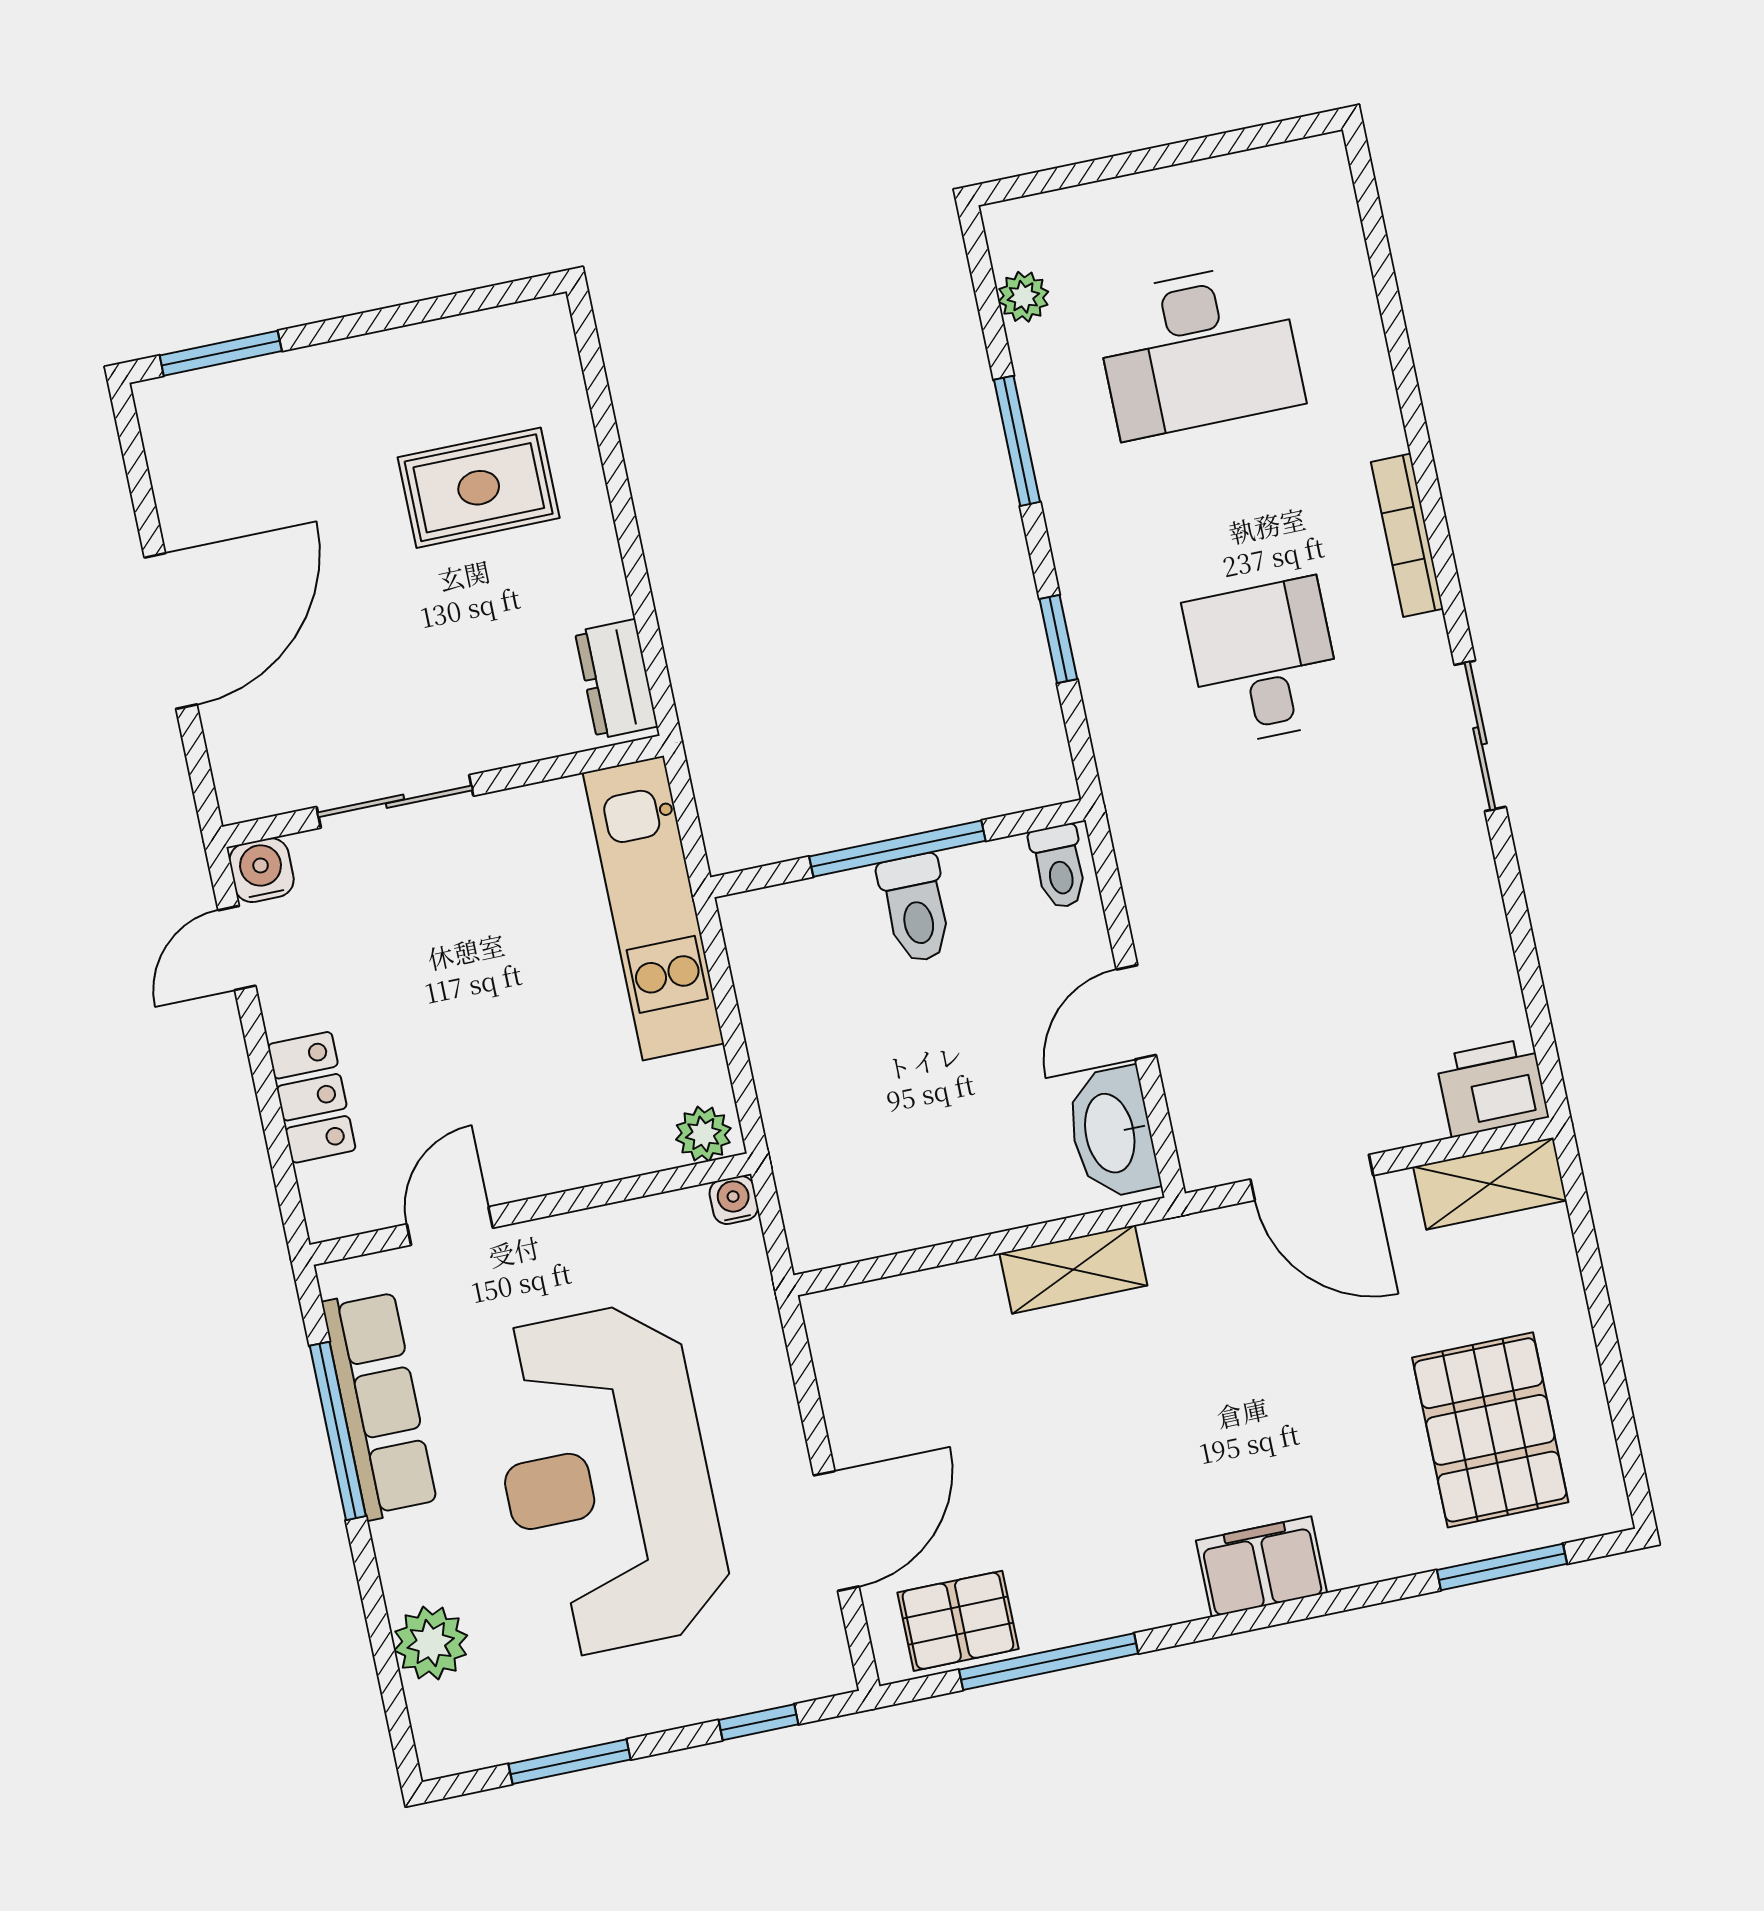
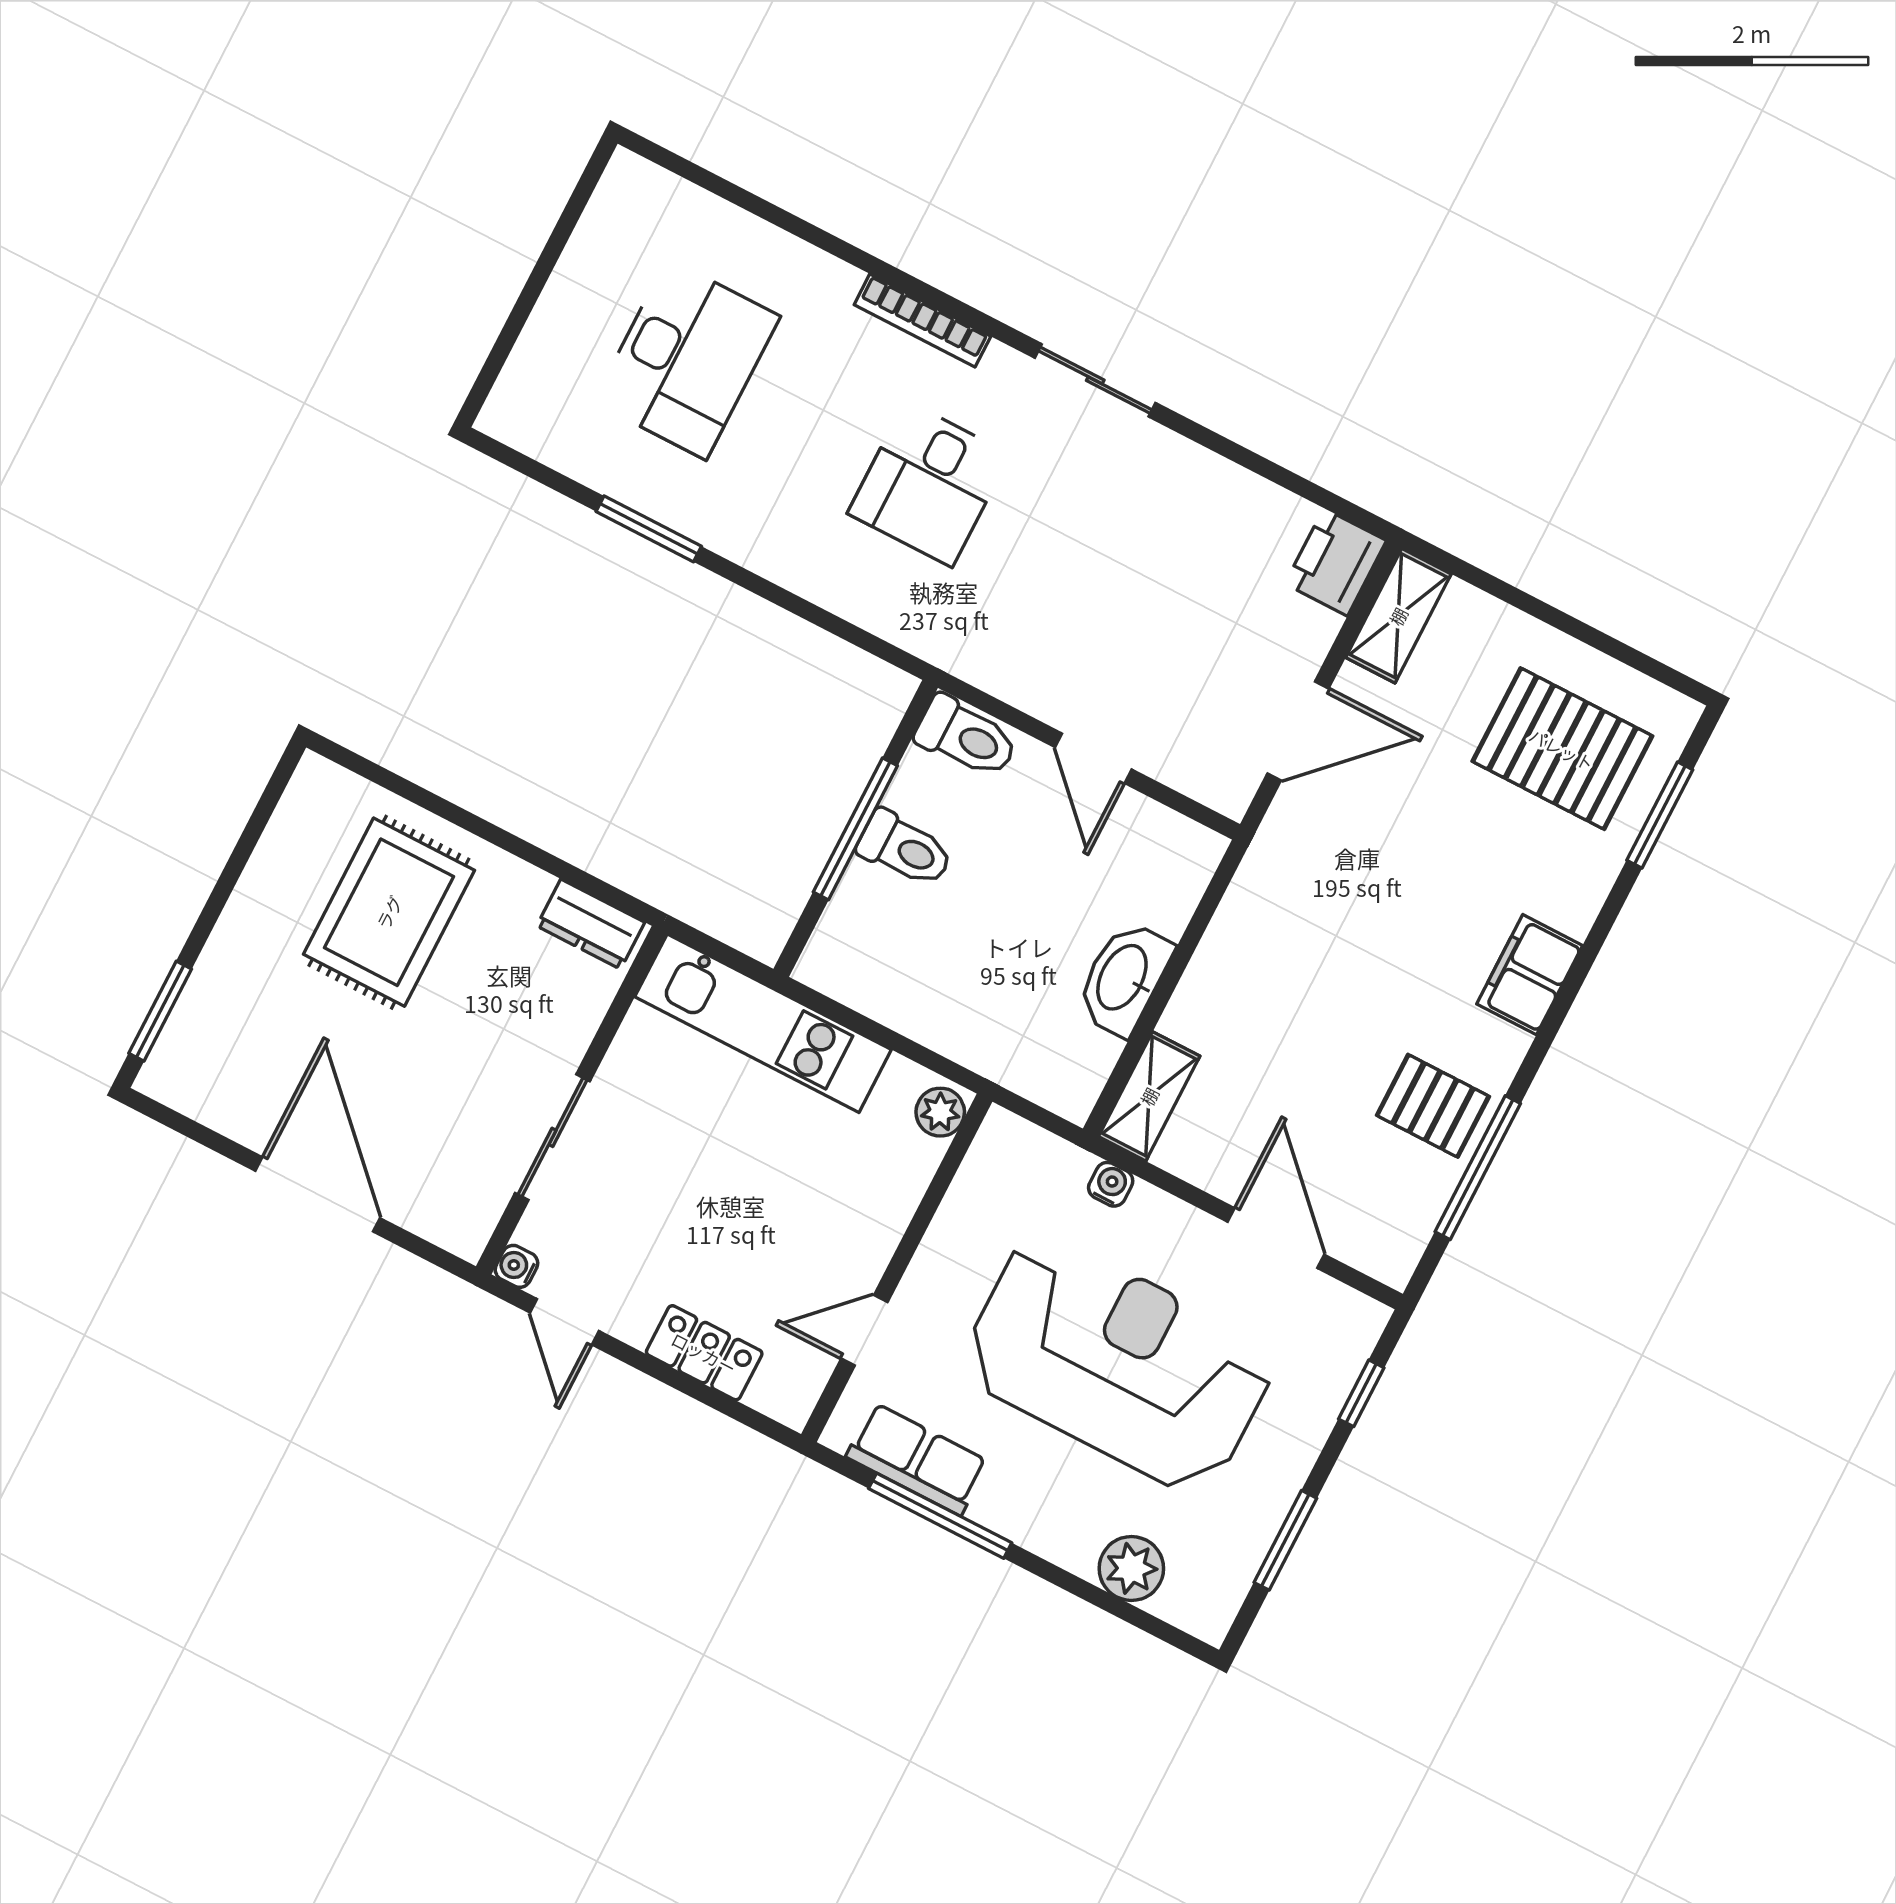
plant: (1023, 297) -> (556, 447), removed
rug: (479, 488) -> (389, 912), width x1.36, depth x1.43
window: (1058, 639) -> (803, 608), removed
desk: (1264, 661) -> (929, 484), turned -90
toilet: (1059, 867) -> (966, 737), width x1.37, depth x1.39
water cooler: (262, 870) -> (516, 1266), width x0.72, depth x0.72
washbasin: (1112, 1133) -> (1124, 978), moved, turned 90
water cooler: (734, 1200) -> (1111, 1184), moved, turned 90
door: (450, 1226) -> (864, 1330), hinge flipped
shelving: (1073, 1269) -> (1149, 1096), moved
row of seats: (380, 1404) -> (917, 1459), width x0.68
reception desk: (607, 1479) -> (1118, 1363), turned 180
pallet: (958, 1621) -> (1433, 1106), moved, turned 90

